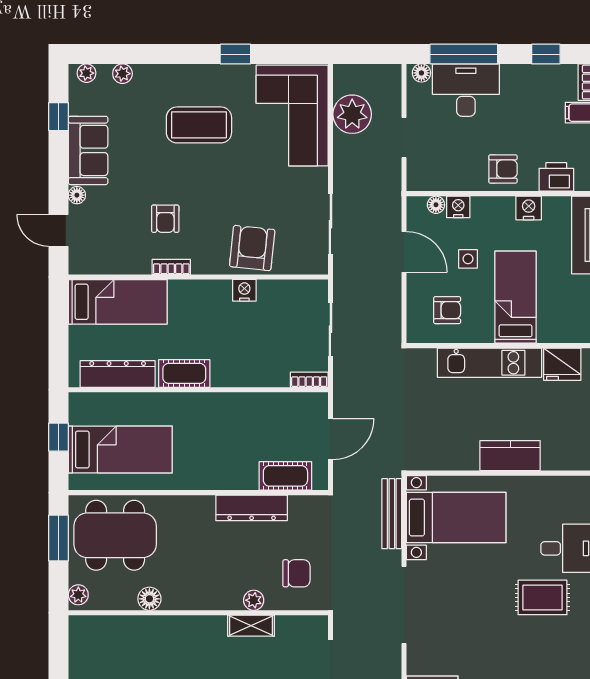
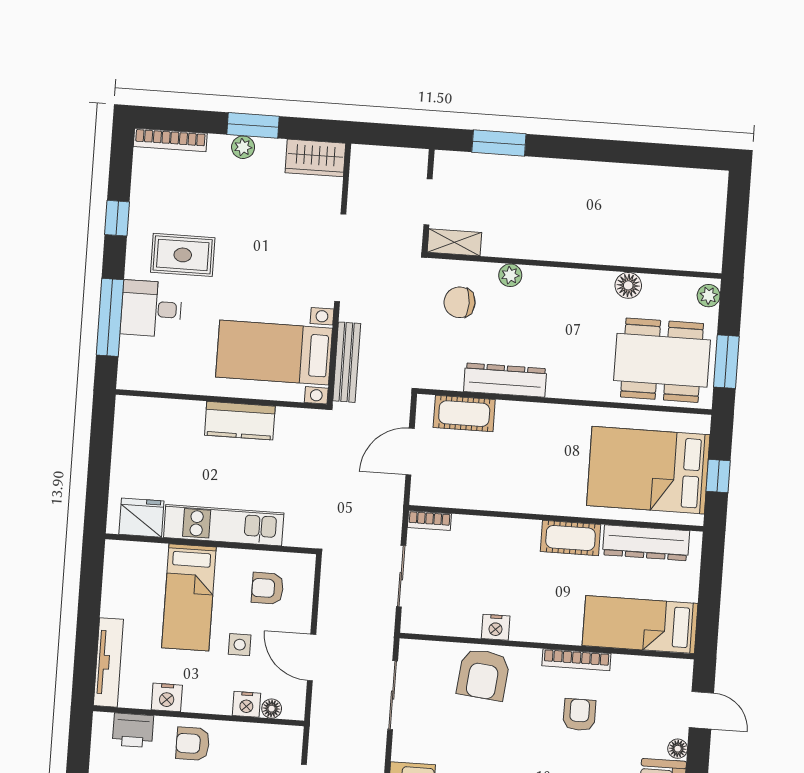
bookcase: (171, 267) -> (576, 660), width x1.56
bed: (120, 449) -> (648, 470), width x1.50
kitchen counter: (510, 456) -> (240, 421), moved
shelving: (251, 626) -> (454, 242), moved

